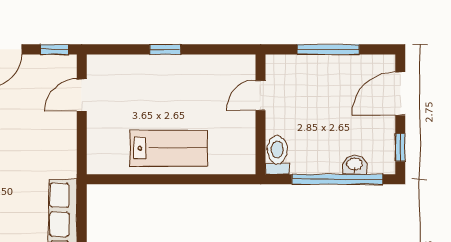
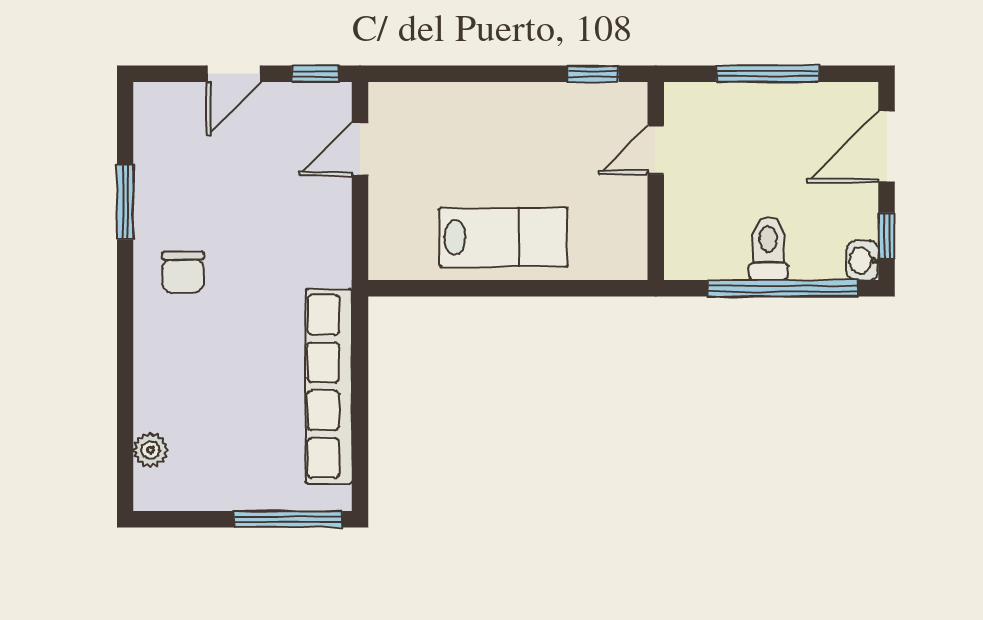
window: (165, 49) -> (593, 74), moved
toilet: (277, 155) -> (768, 248), moved
washbasin: (354, 165) -> (862, 260), moved, turned -90

